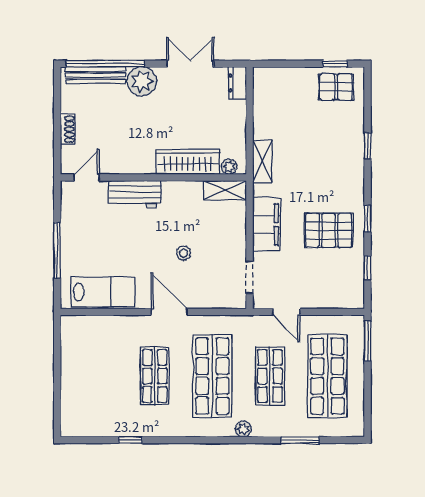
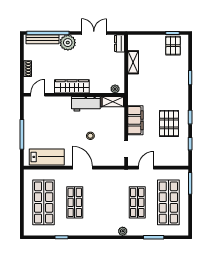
pallet: (336, 87) -> (173, 46), turned 90
shelving: (262, 161) -> (133, 62), moved
wardrobe: (188, 162) -> (72, 86), moved
workbench: (134, 194) -> (86, 104), moved
pallet: (329, 230) -> (169, 123), turned 90
door: (286, 312) -> (146, 168), swing flipped
shop shelf: (212, 376) -> (44, 202), moved

